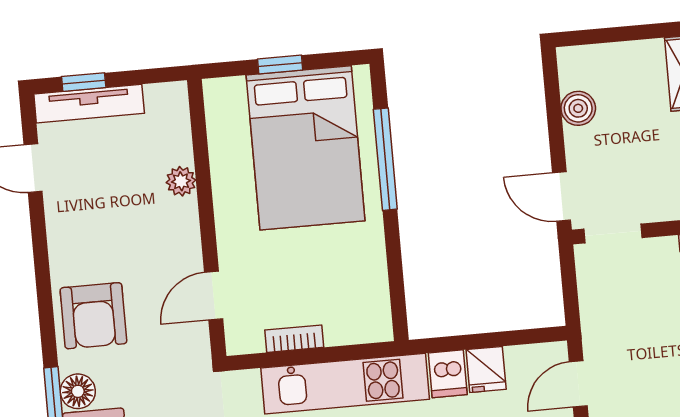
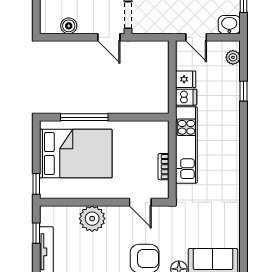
window: (280, 65) -> (36, 184), moved
window: (84, 82) -> (36, 233), moved
plant: (181, 181) -> (92, 219), width x1.88, depth x1.88
door: (561, 197) -> (109, 37), hinge flipped

